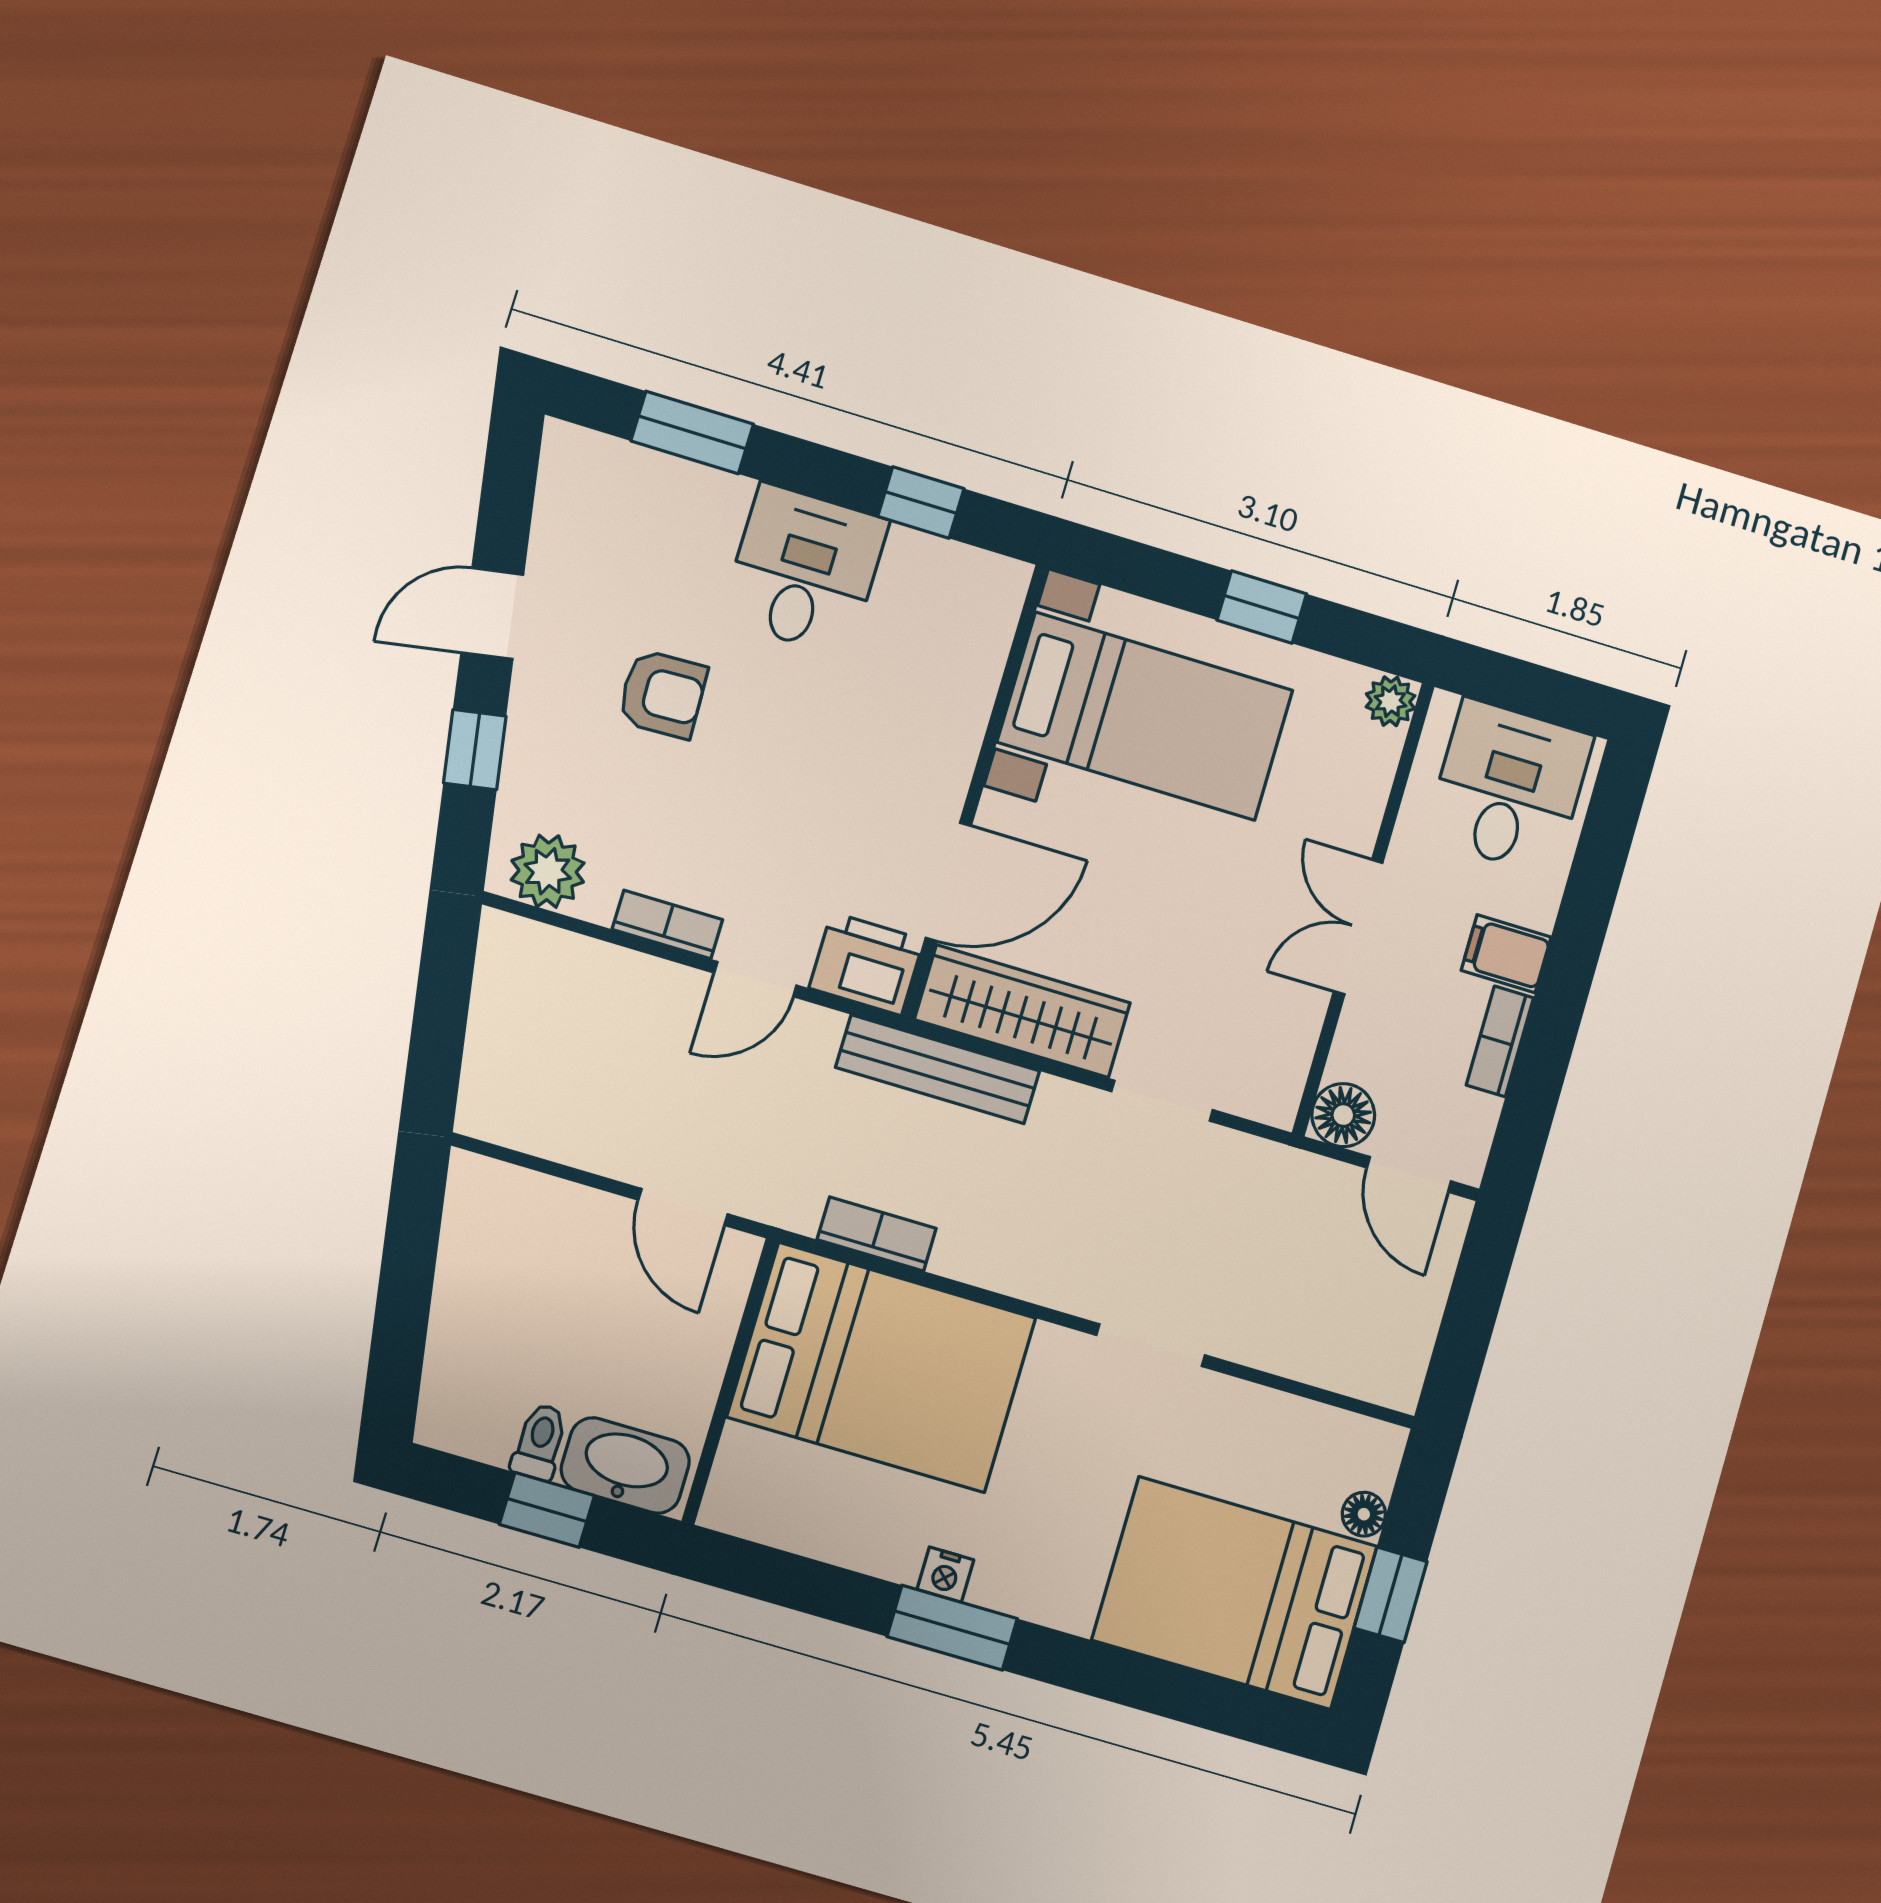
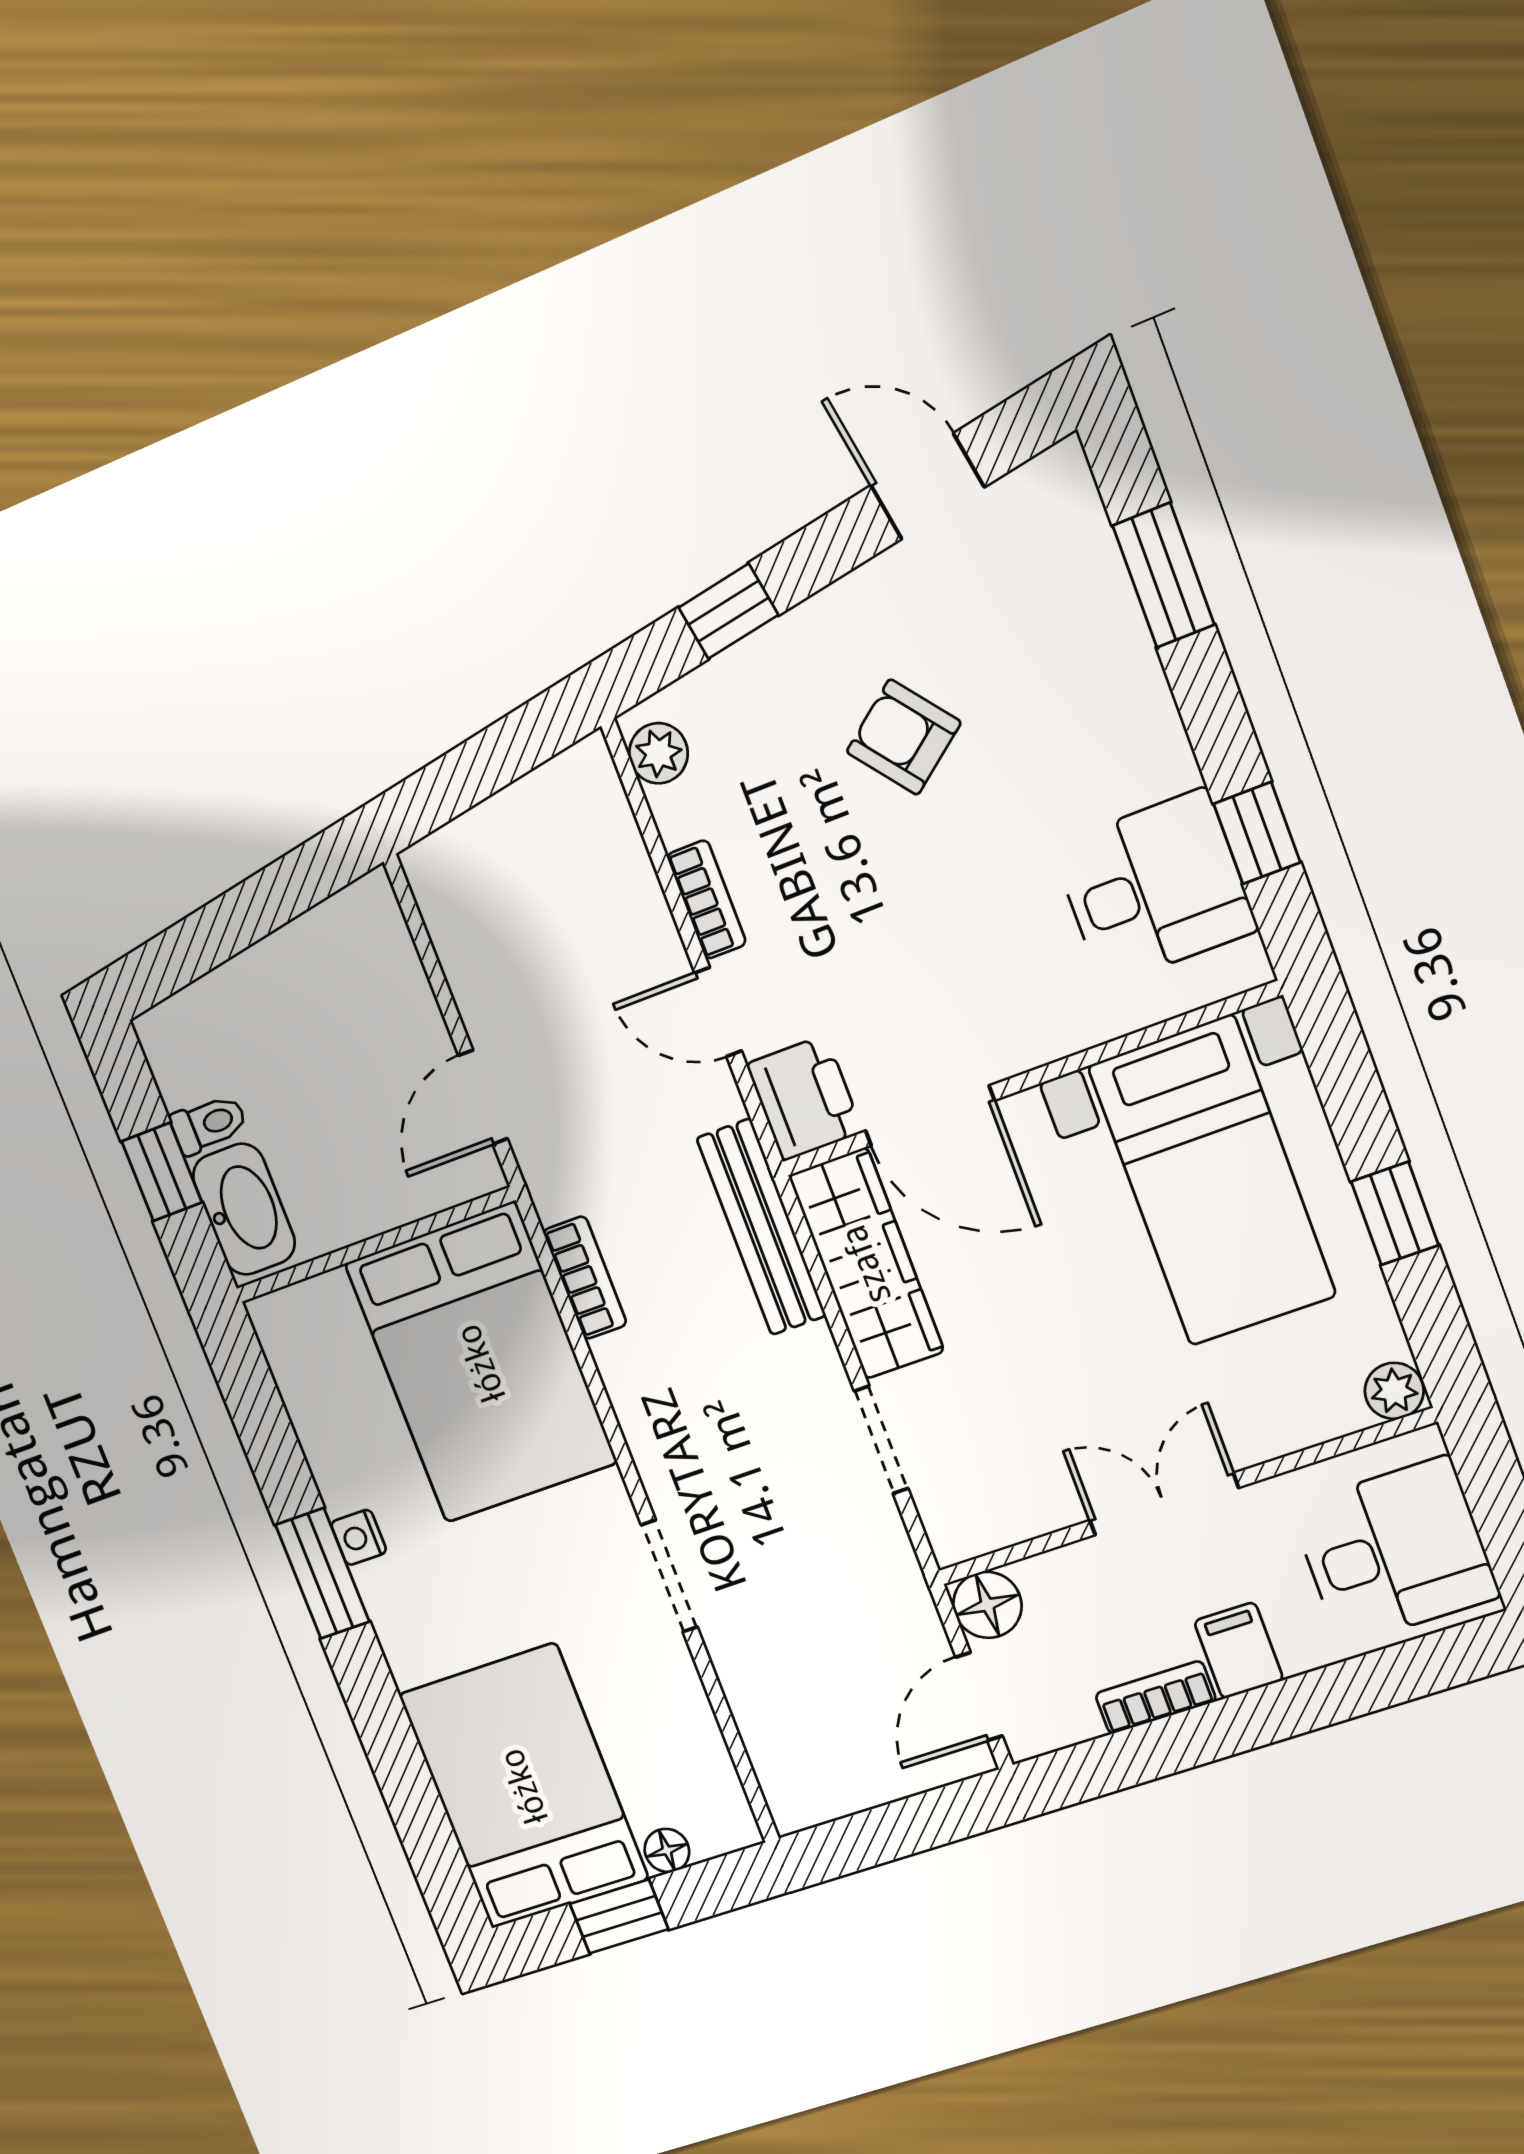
desk: (805, 570) -> (1154, 888), moved
door: (492, 613) -> (927, 486), moved
armchair: (662, 694) -> (904, 737), turned 144
plant: (548, 871) -> (658, 753), width x0.73, depth x0.73

